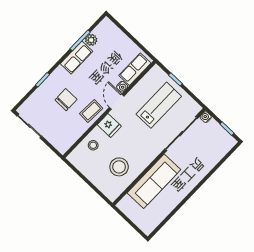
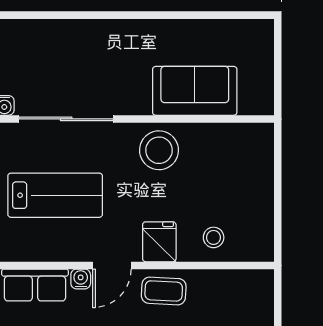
lab bench: (159, 105) -> (55, 195), turned 180
stool: (119, 167) -> (159, 150), moved
sofa: (154, 181) -> (195, 91), width x0.73

